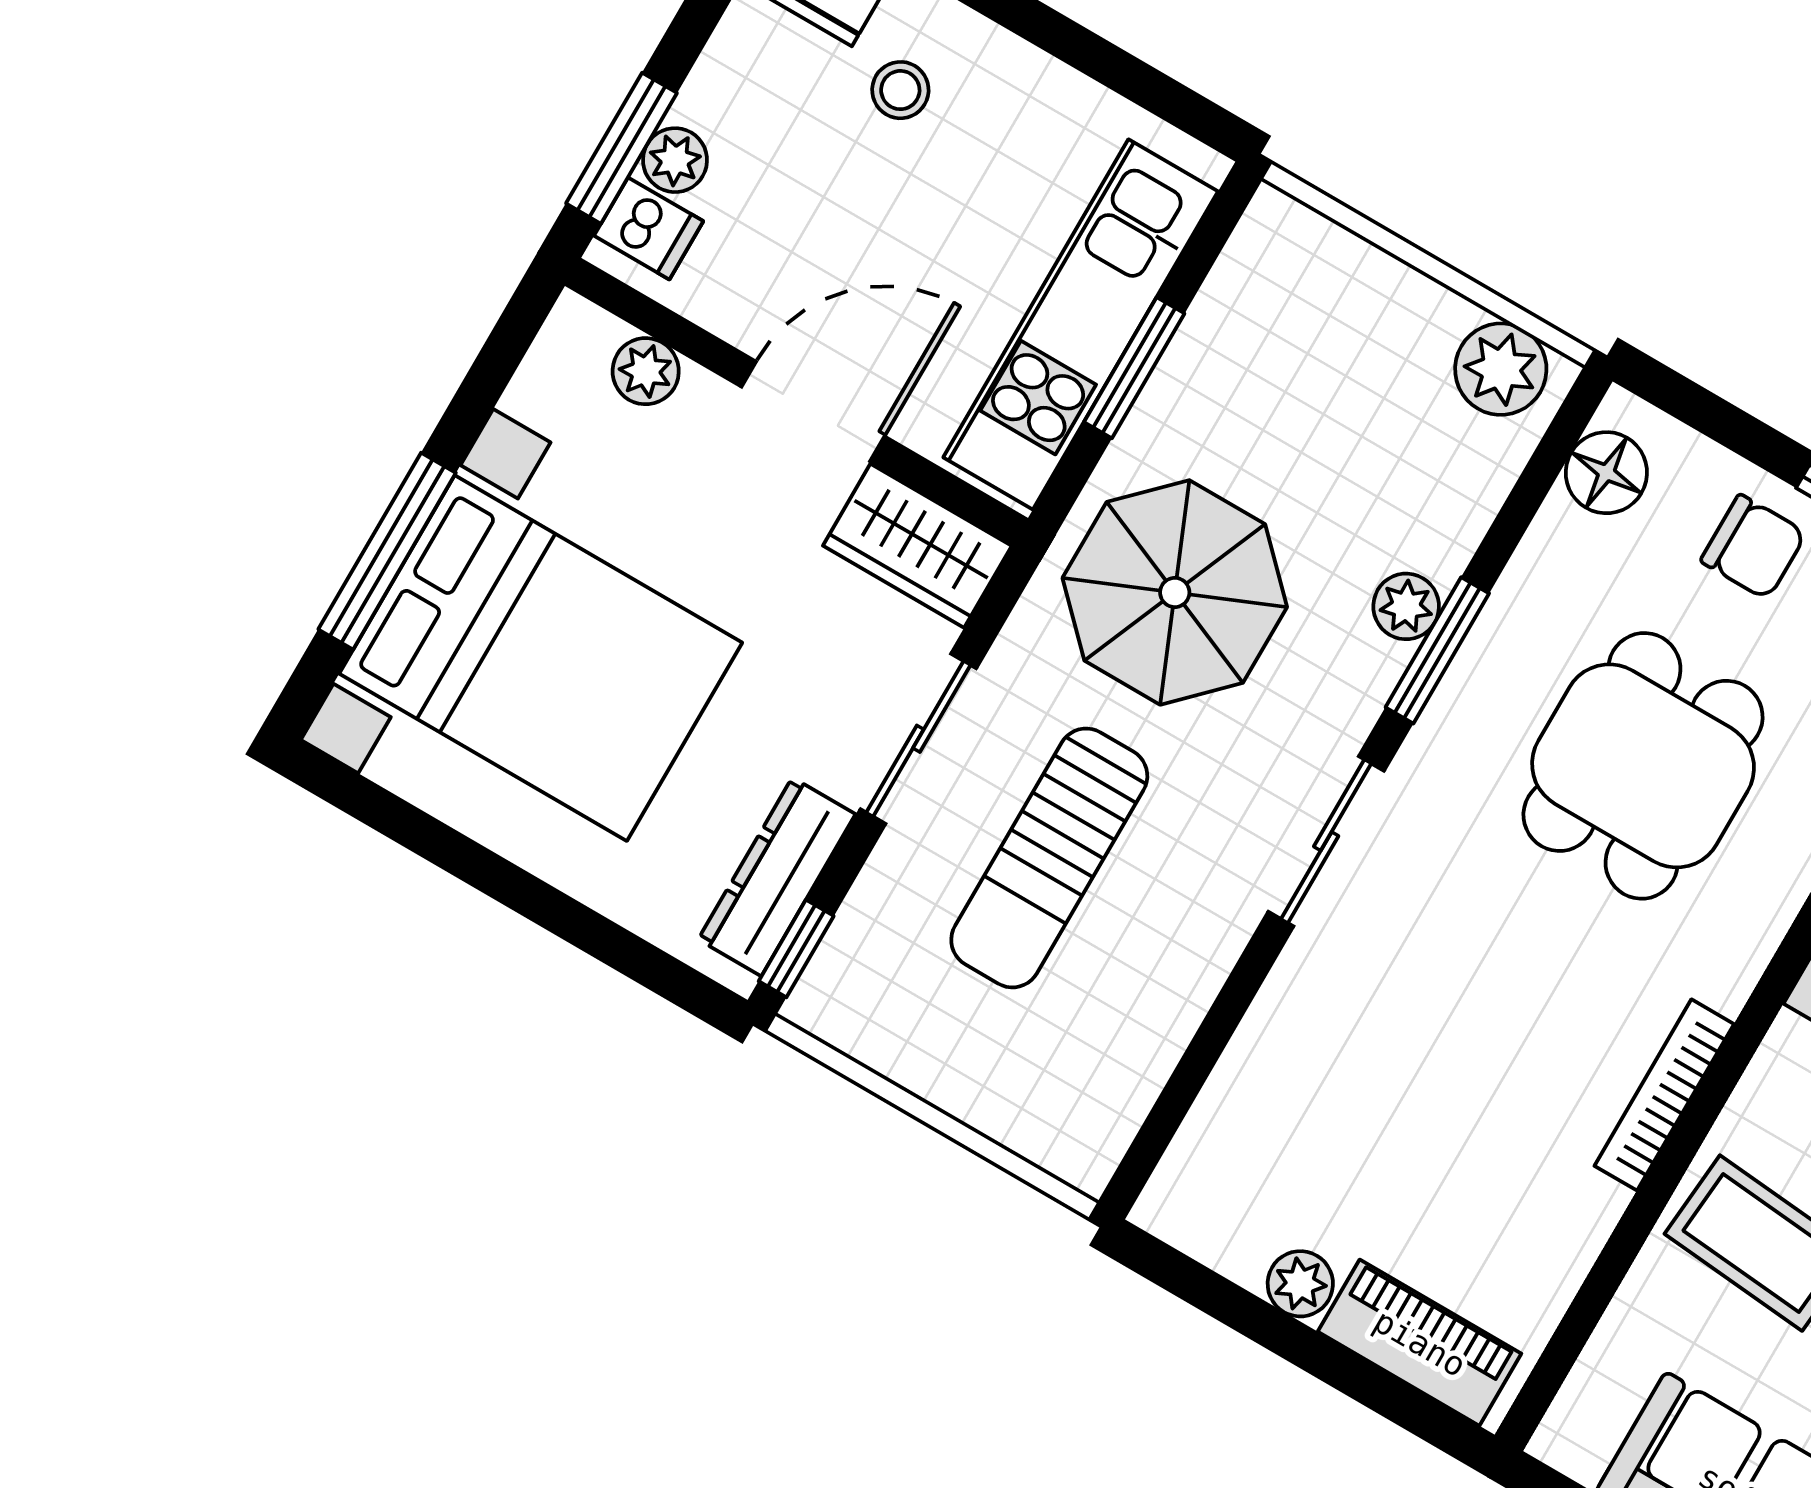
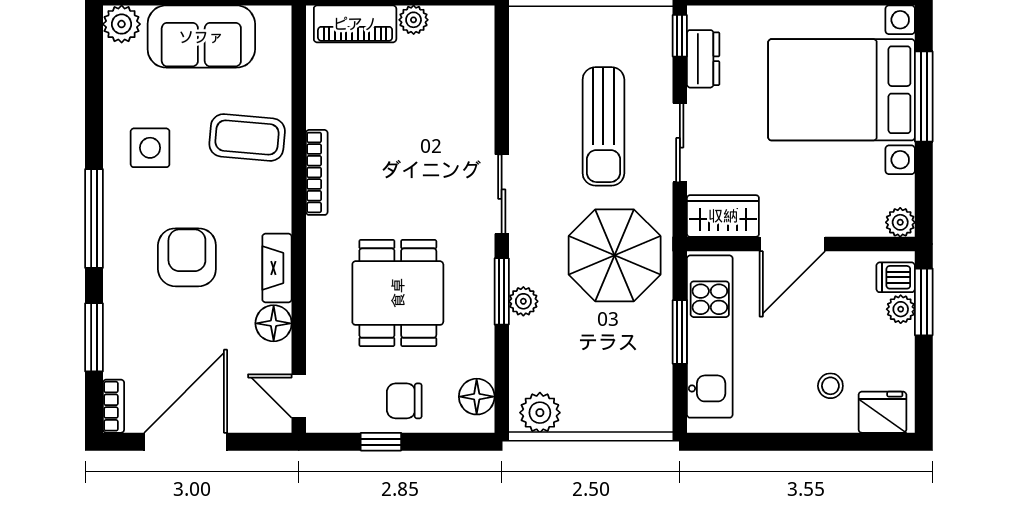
plant: (646, 371) -> (900, 222), moved
sun lounger: (1049, 858) -> (603, 126), turned 180
dresser: (777, 877) -> (703, 59), width x0.70

